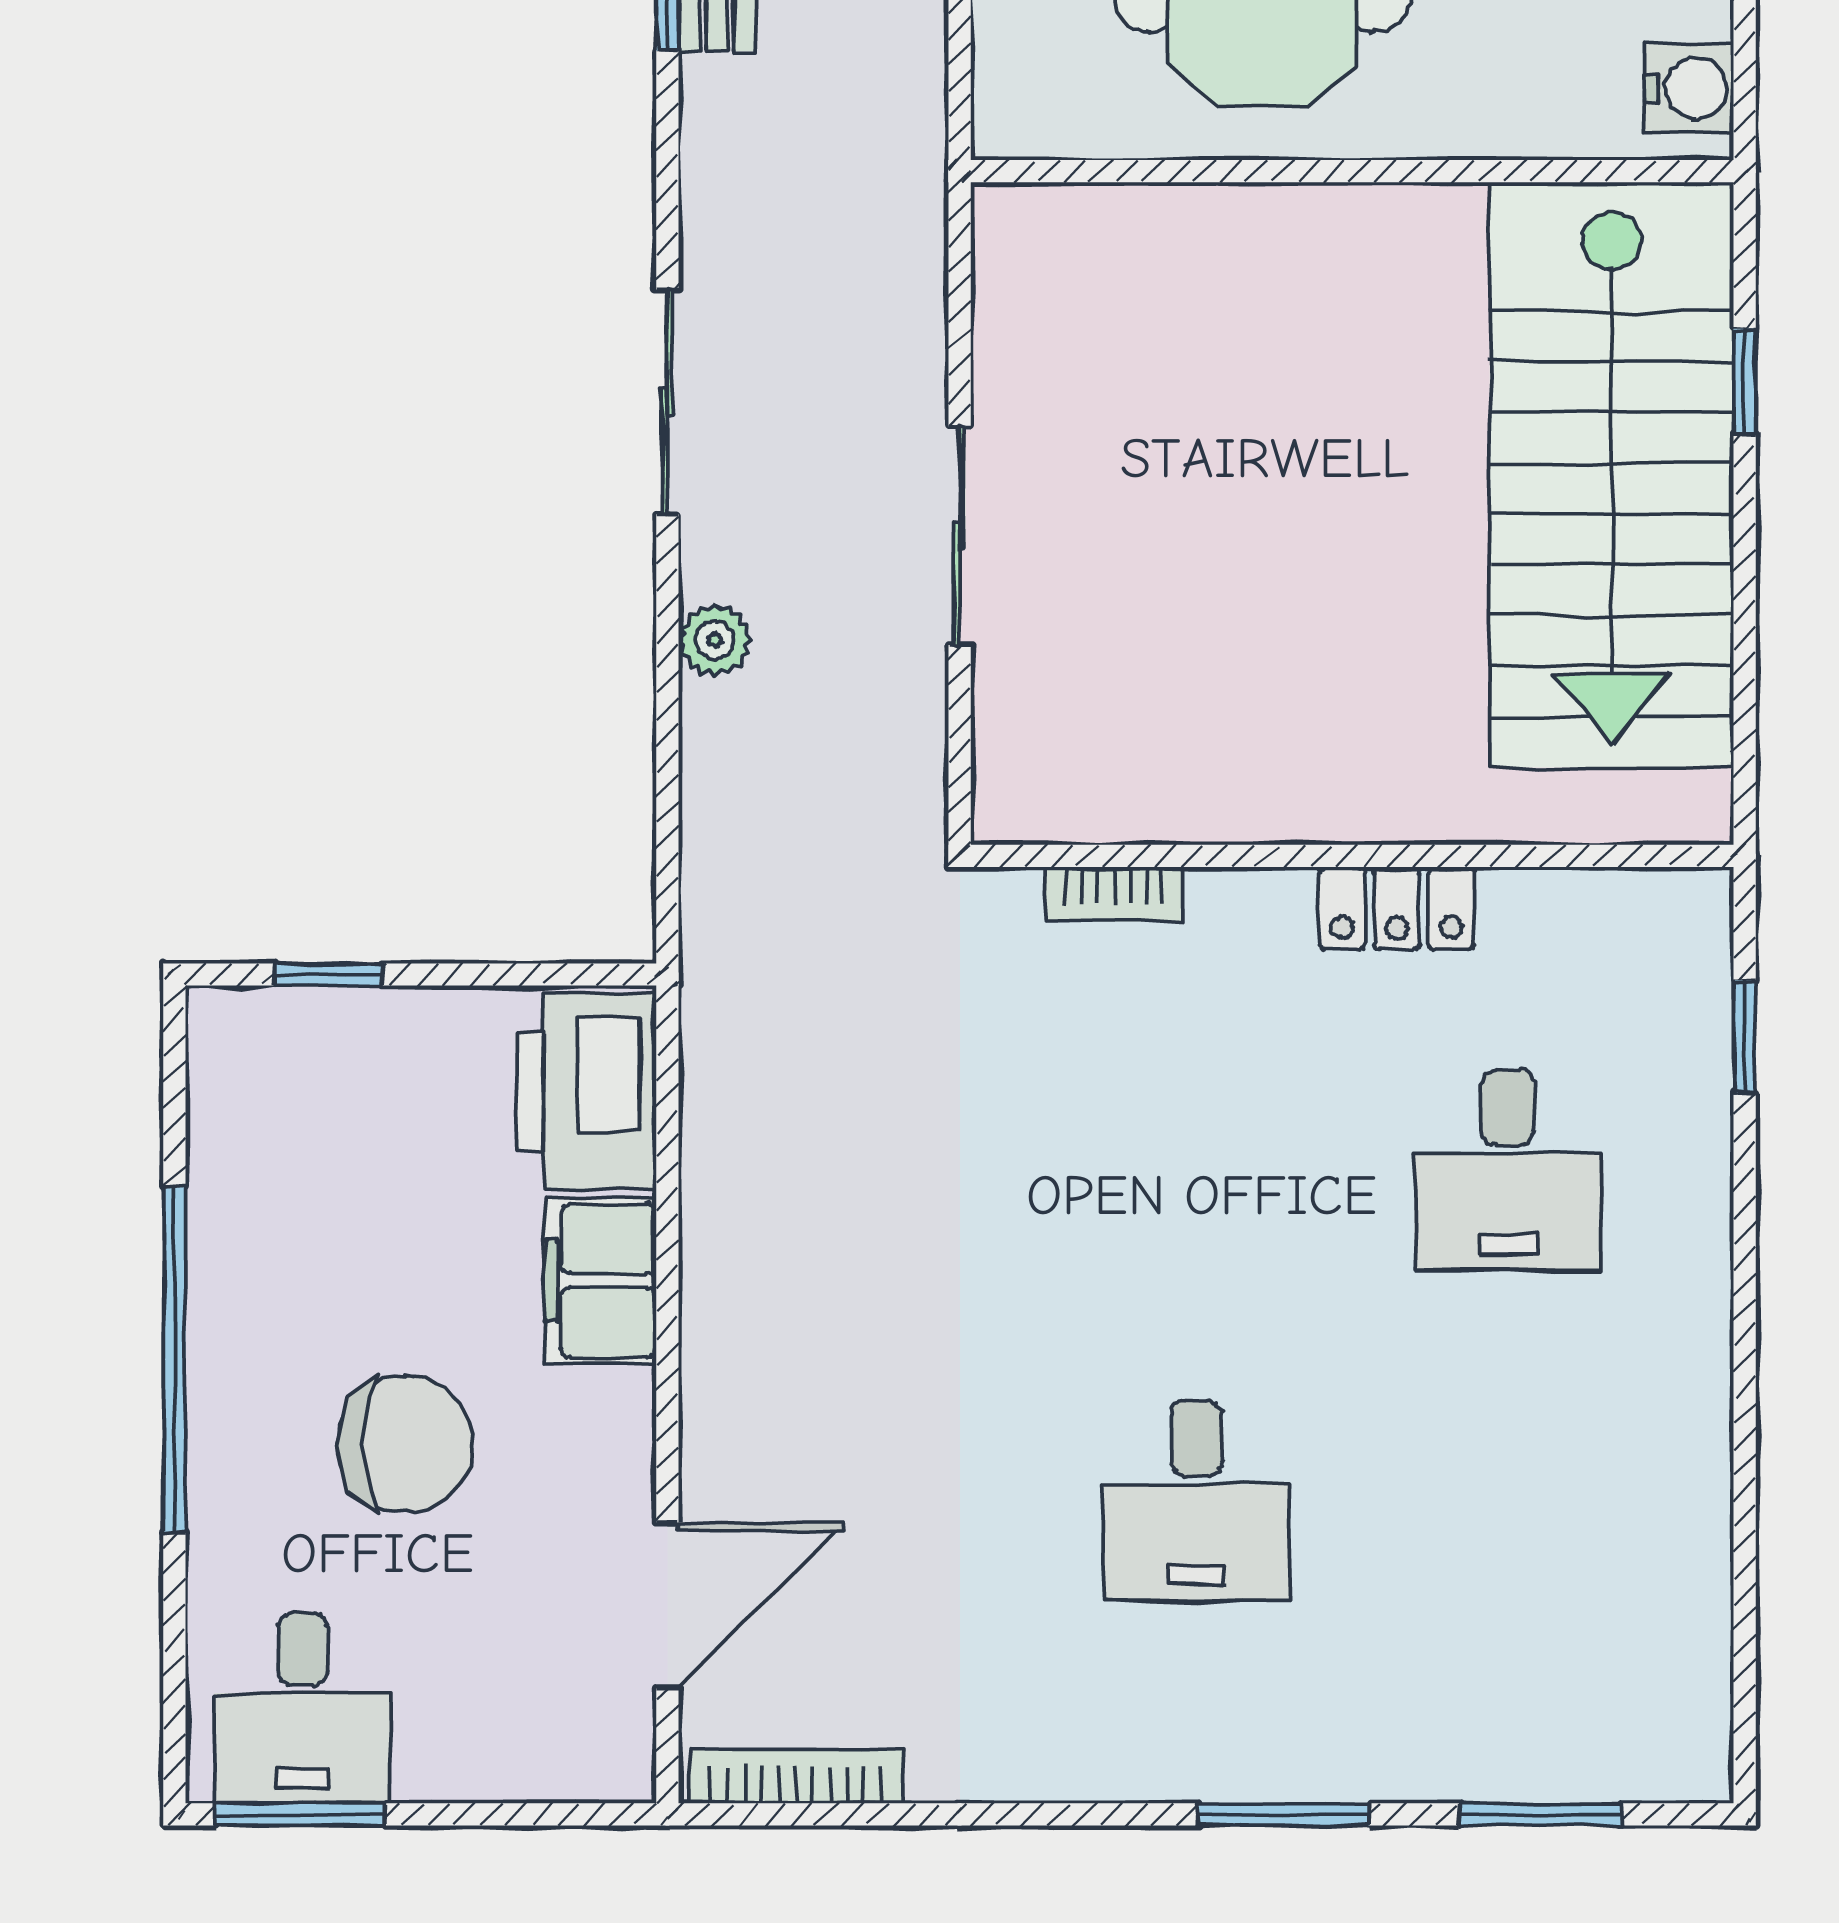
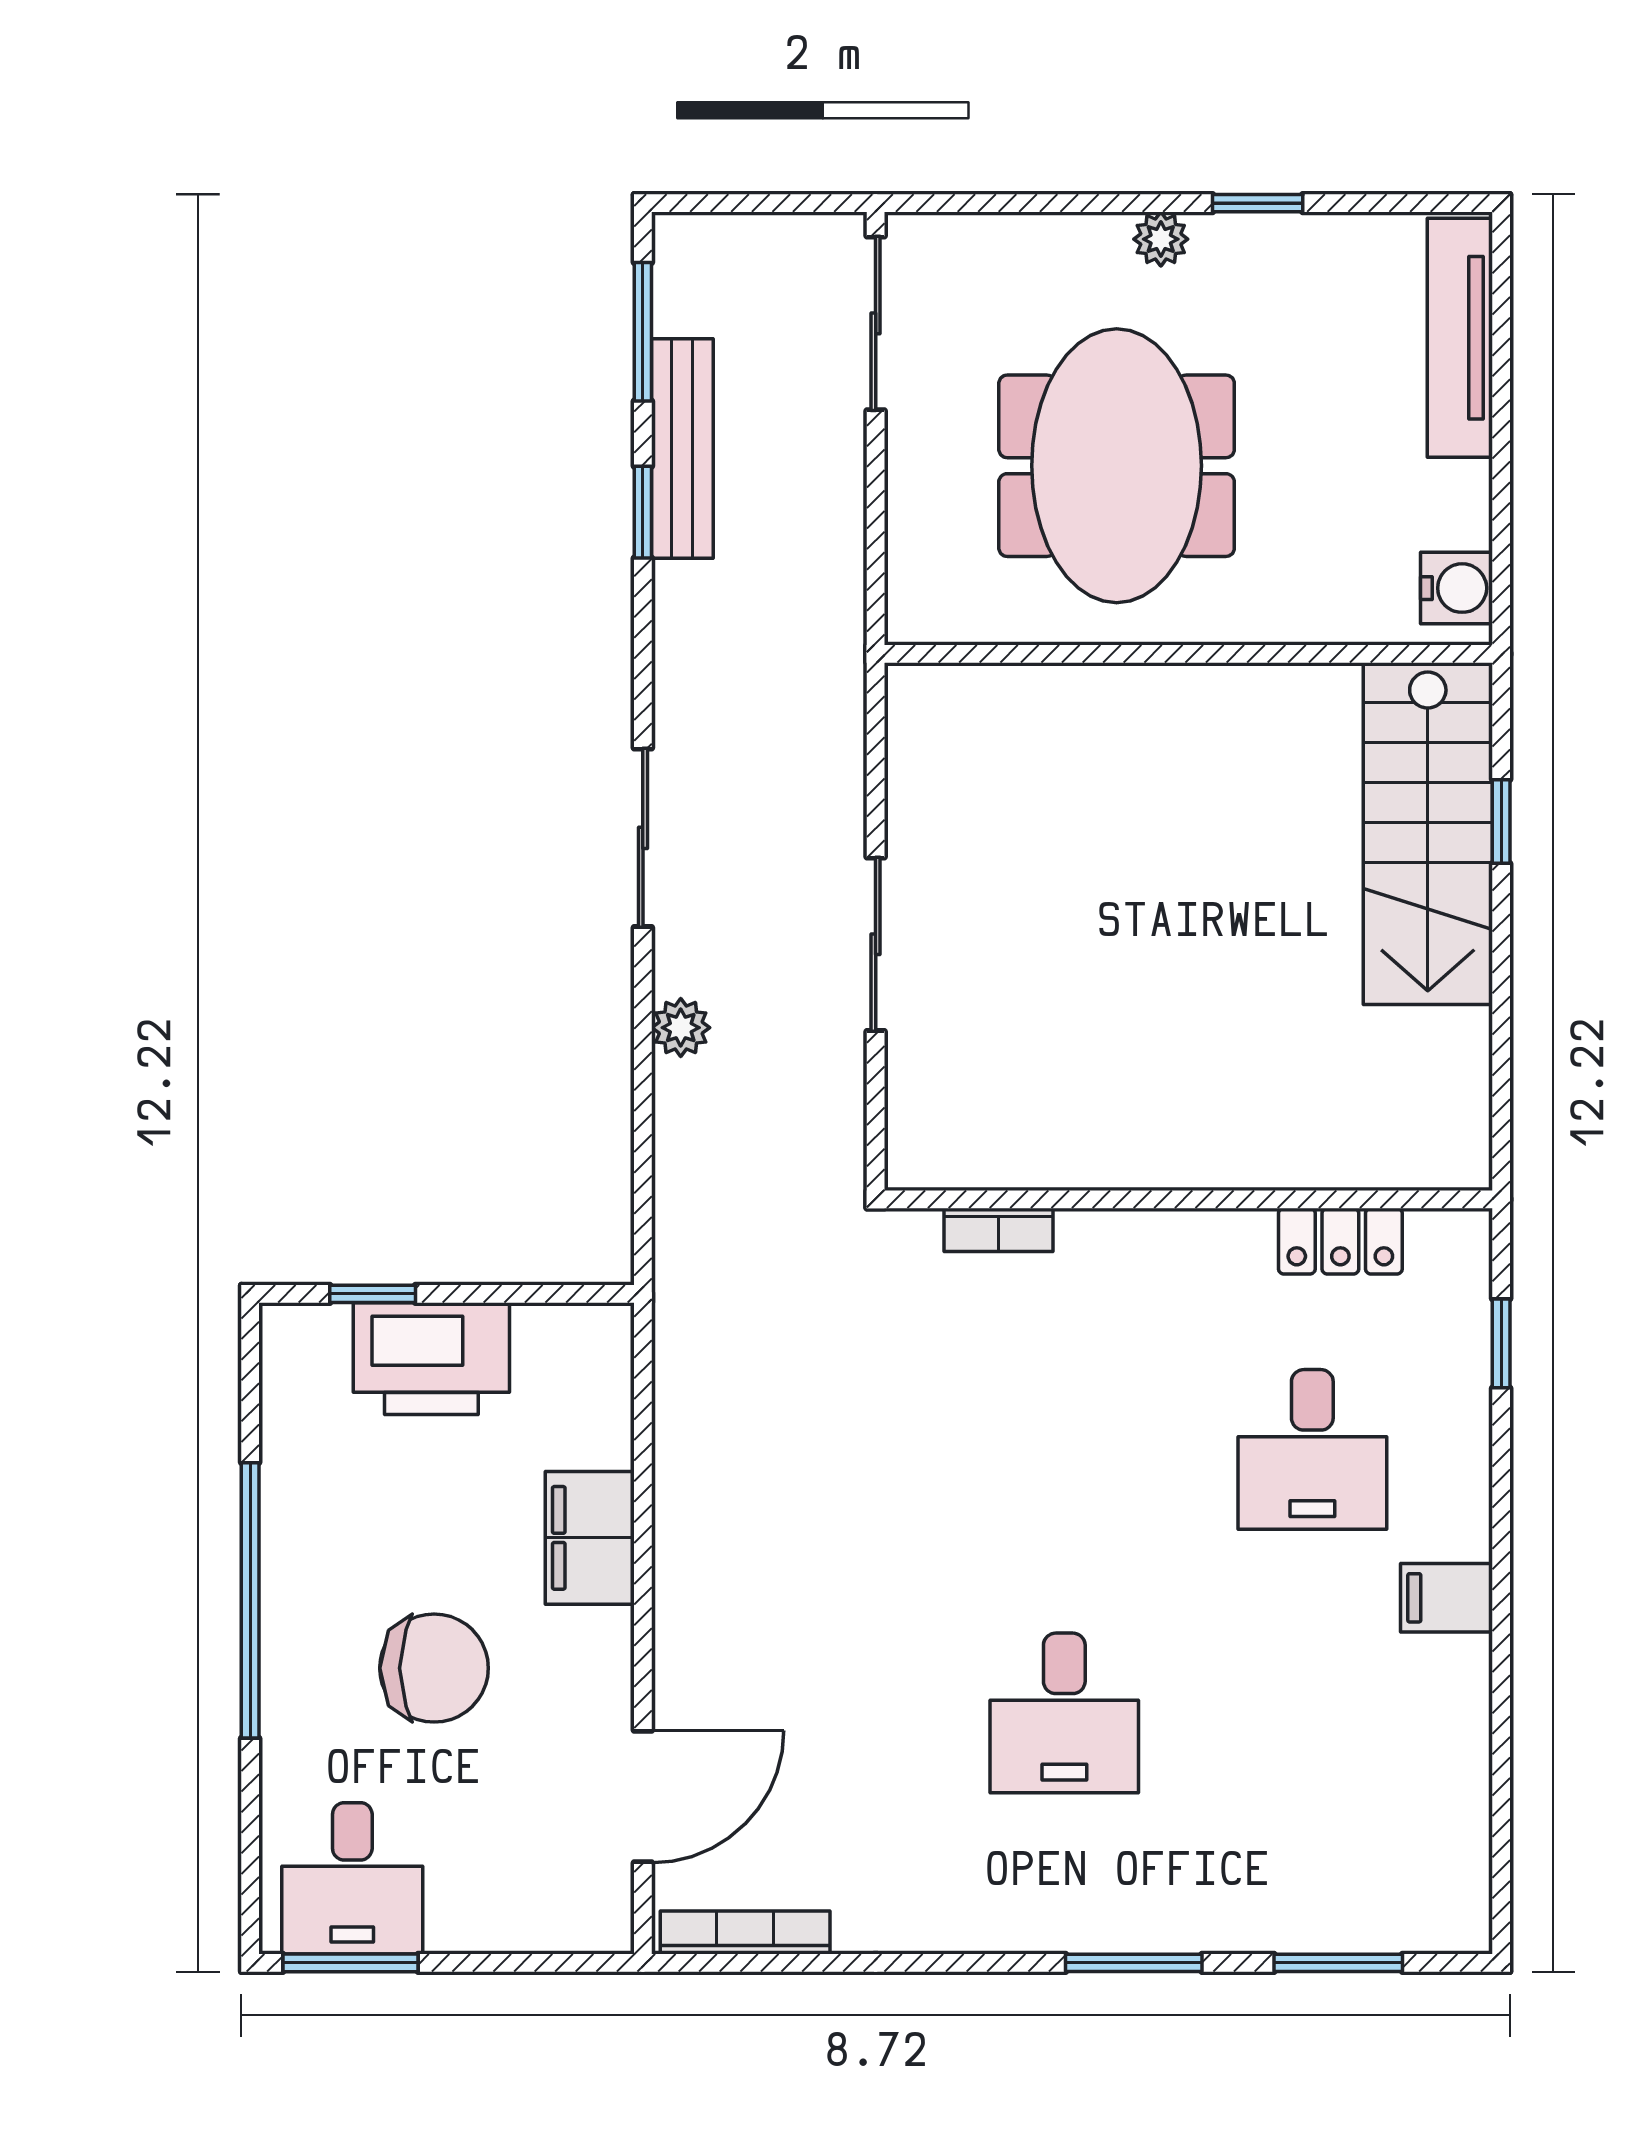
stairs: (1612, 475) -> (1428, 834), width x0.73, depth x0.66
locker: (1397, 908) -> (1340, 1241), moved
printer: (586, 1092) -> (431, 1359), moved, turned -90
filing cabinet: (1676, 1356) -> (1446, 1598), added

